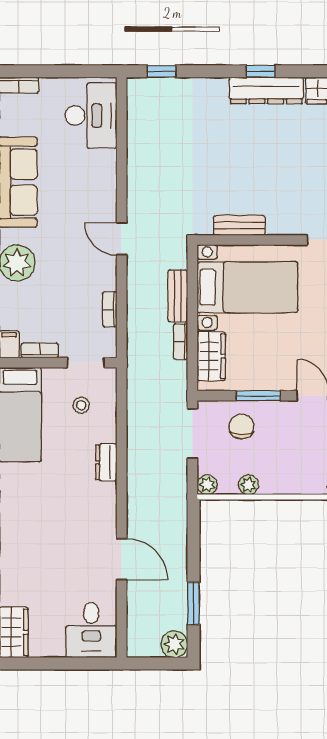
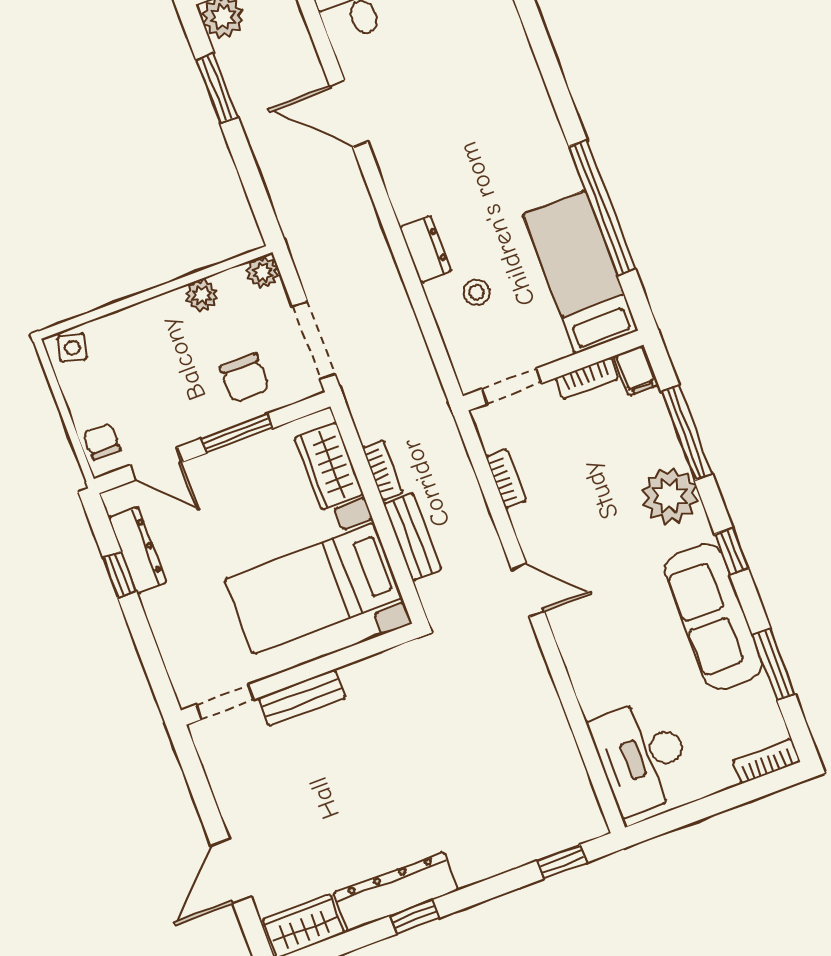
bench: (239, 225) -> (302, 698), moved
stool: (81, 405) -> (477, 292), moved

